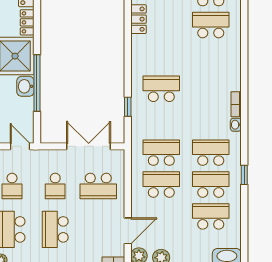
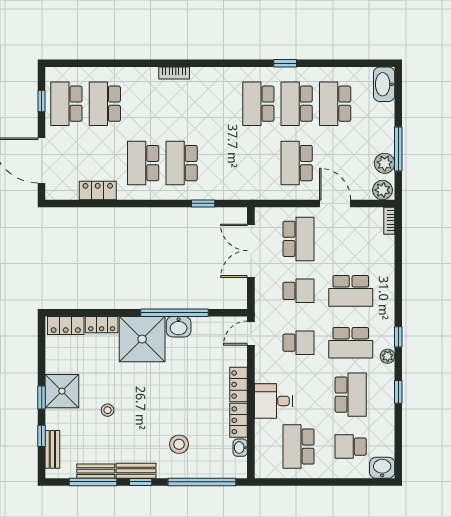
bookcase: (236, 104) -> (174, 73), moved
washbasin: (236, 125) -> (225, 73), removed
school desk: (161, 153) -> (143, 163), moved
door: (128, 231) -> (335, 203), moved

